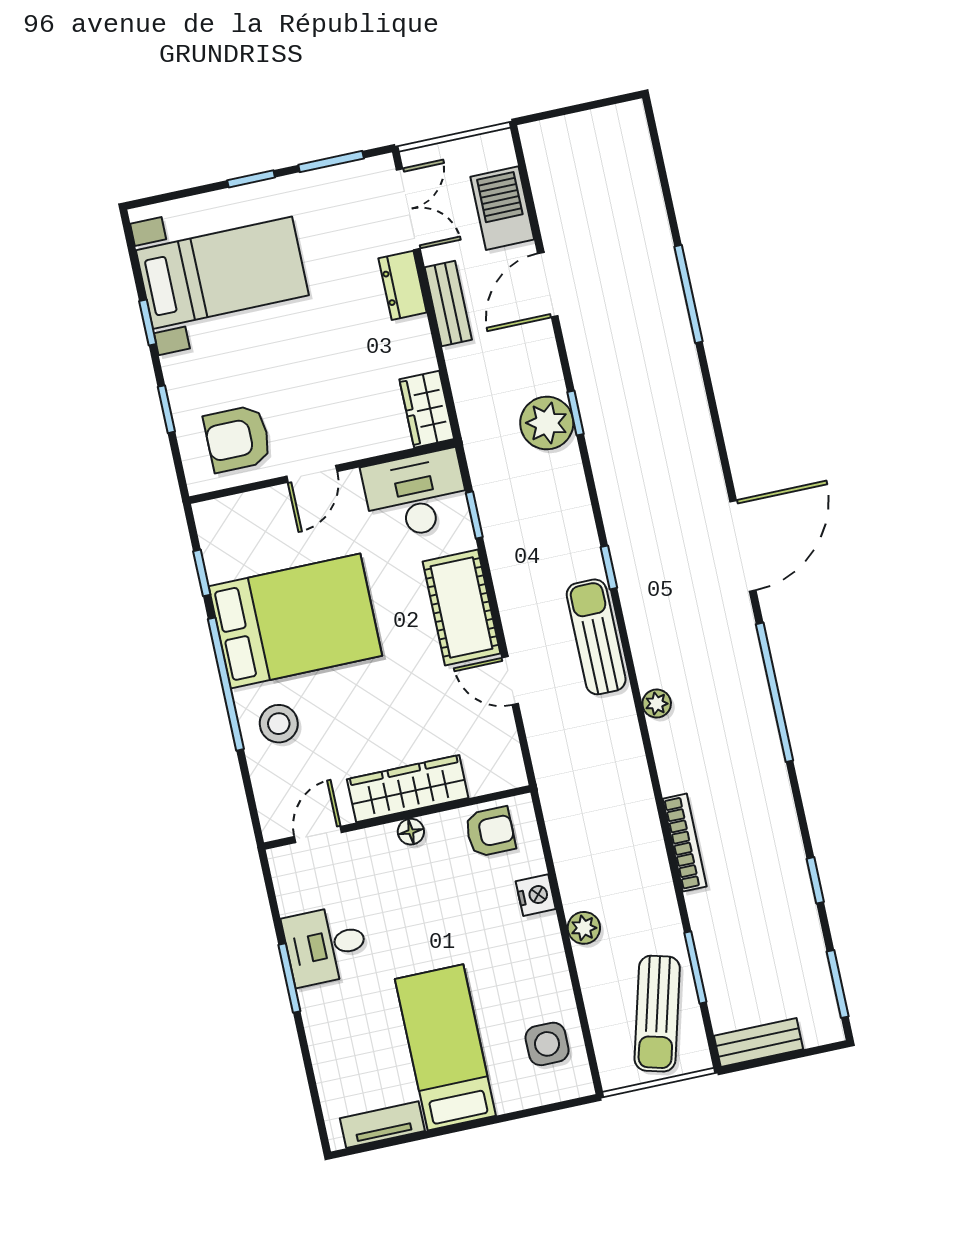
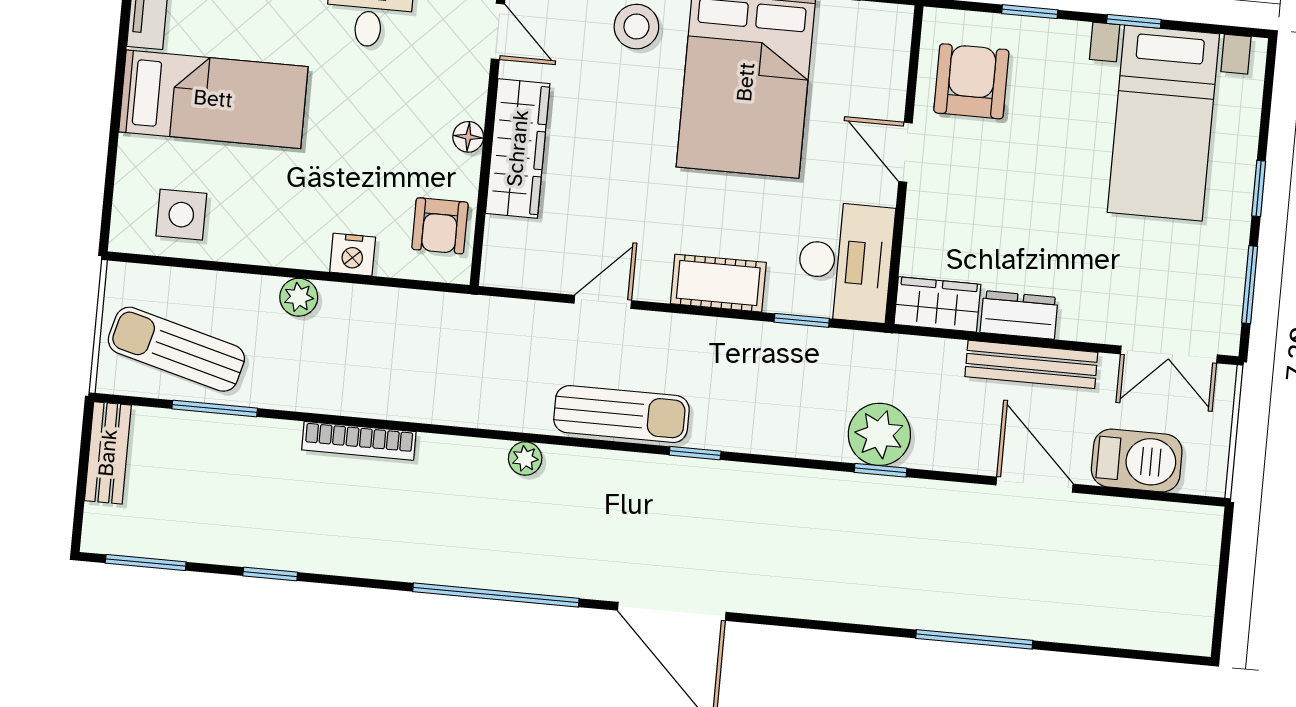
dresser: (403, 285) -> (1019, 315), moved
bench: (448, 303) -> (1031, 364), width x1.36
cot: (461, 608) -> (718, 283), width x0.73, depth x0.75

